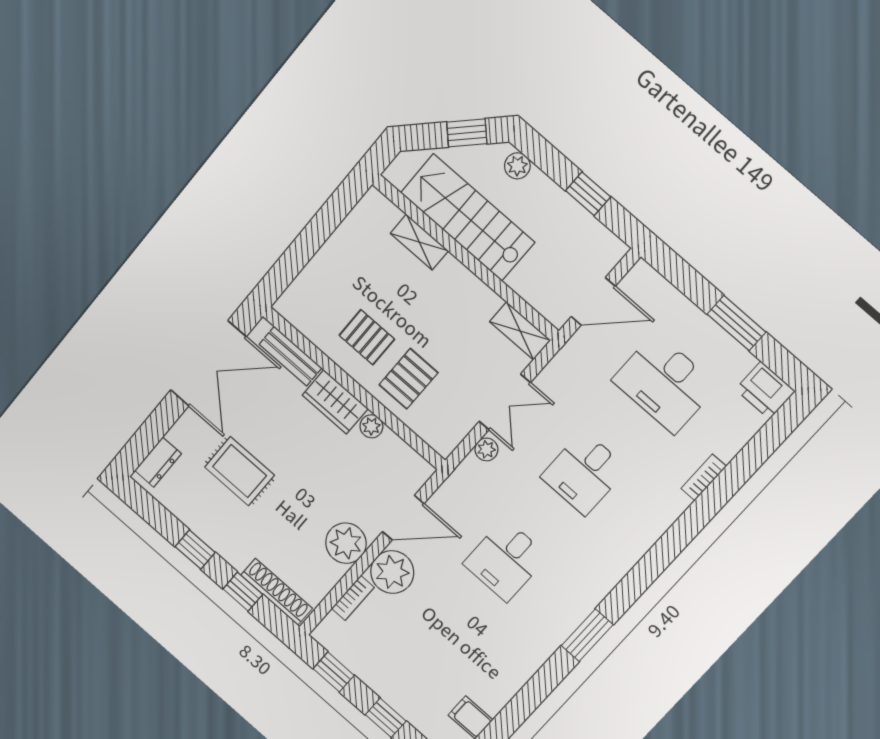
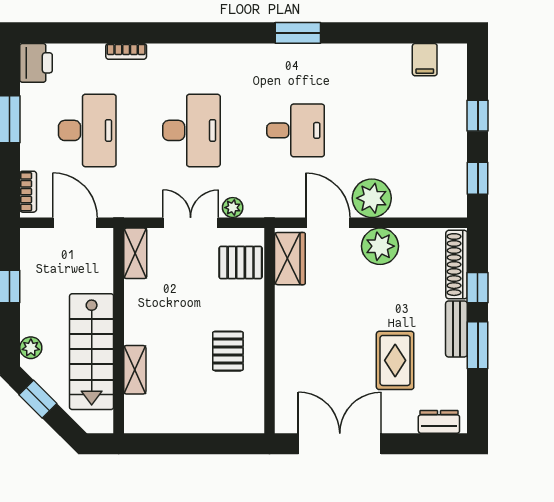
bench: (291, 356) -> (456, 329), moved
pallet: (409, 379) -> (241, 263), moved
wardrobe: (335, 402) -> (290, 259), moved
plant: (371, 426) -> (285, 297), removed
desk: (584, 473) -> (191, 130), width x1.37
window: (195, 550) -> (478, 345), width x1.50
bookcase: (353, 598) -> (28, 192), moved, turned 90

